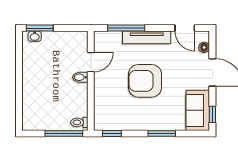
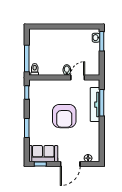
door: (185, 28) -> (102, 144), removed
tv unit: (147, 37) -> (95, 105), moved
door: (91, 62) -> (78, 78), swing flipped
armchair: (145, 81) -> (64, 116), turned 180

